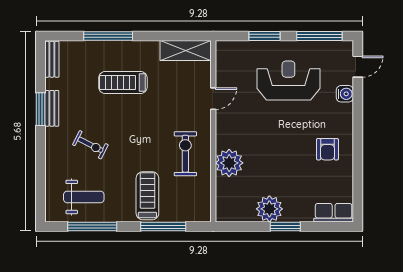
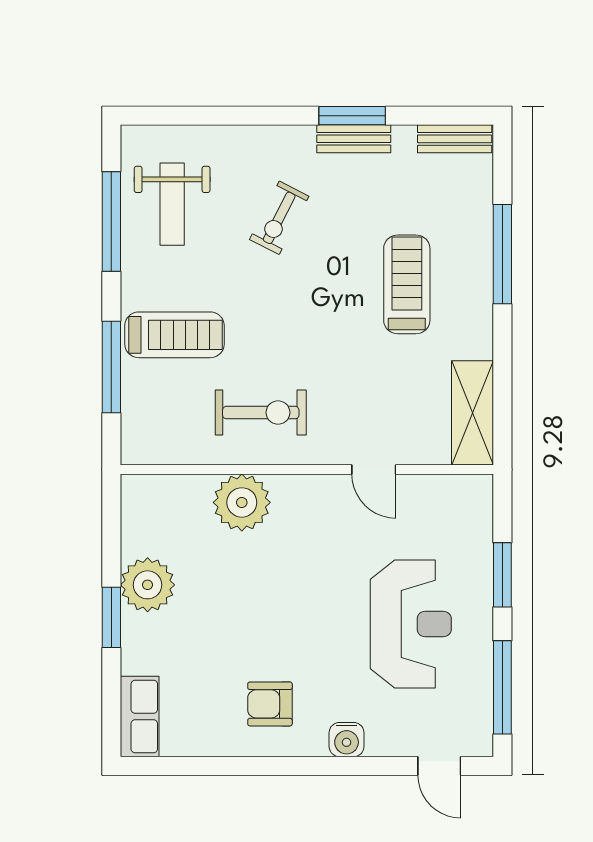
water cooler: (345, 94) -> (347, 740), moved

